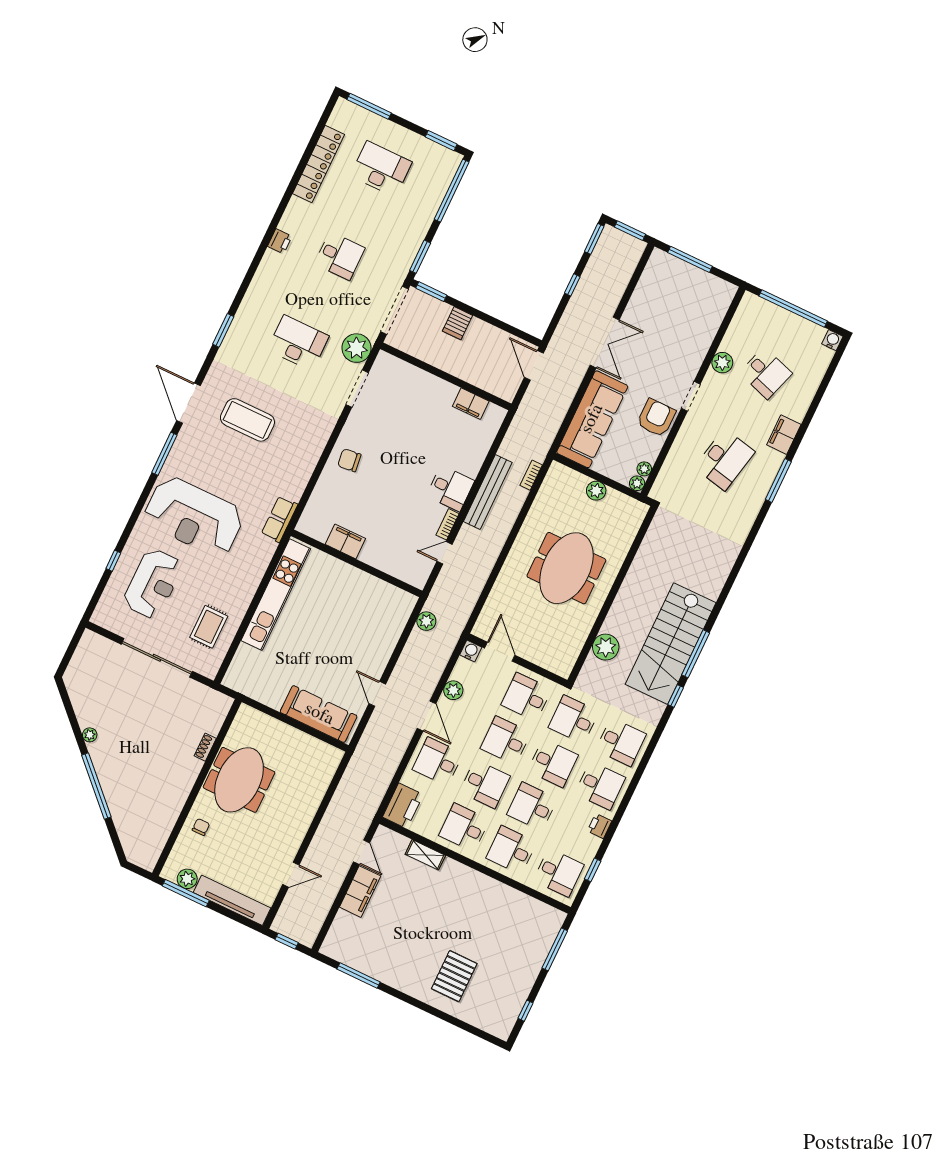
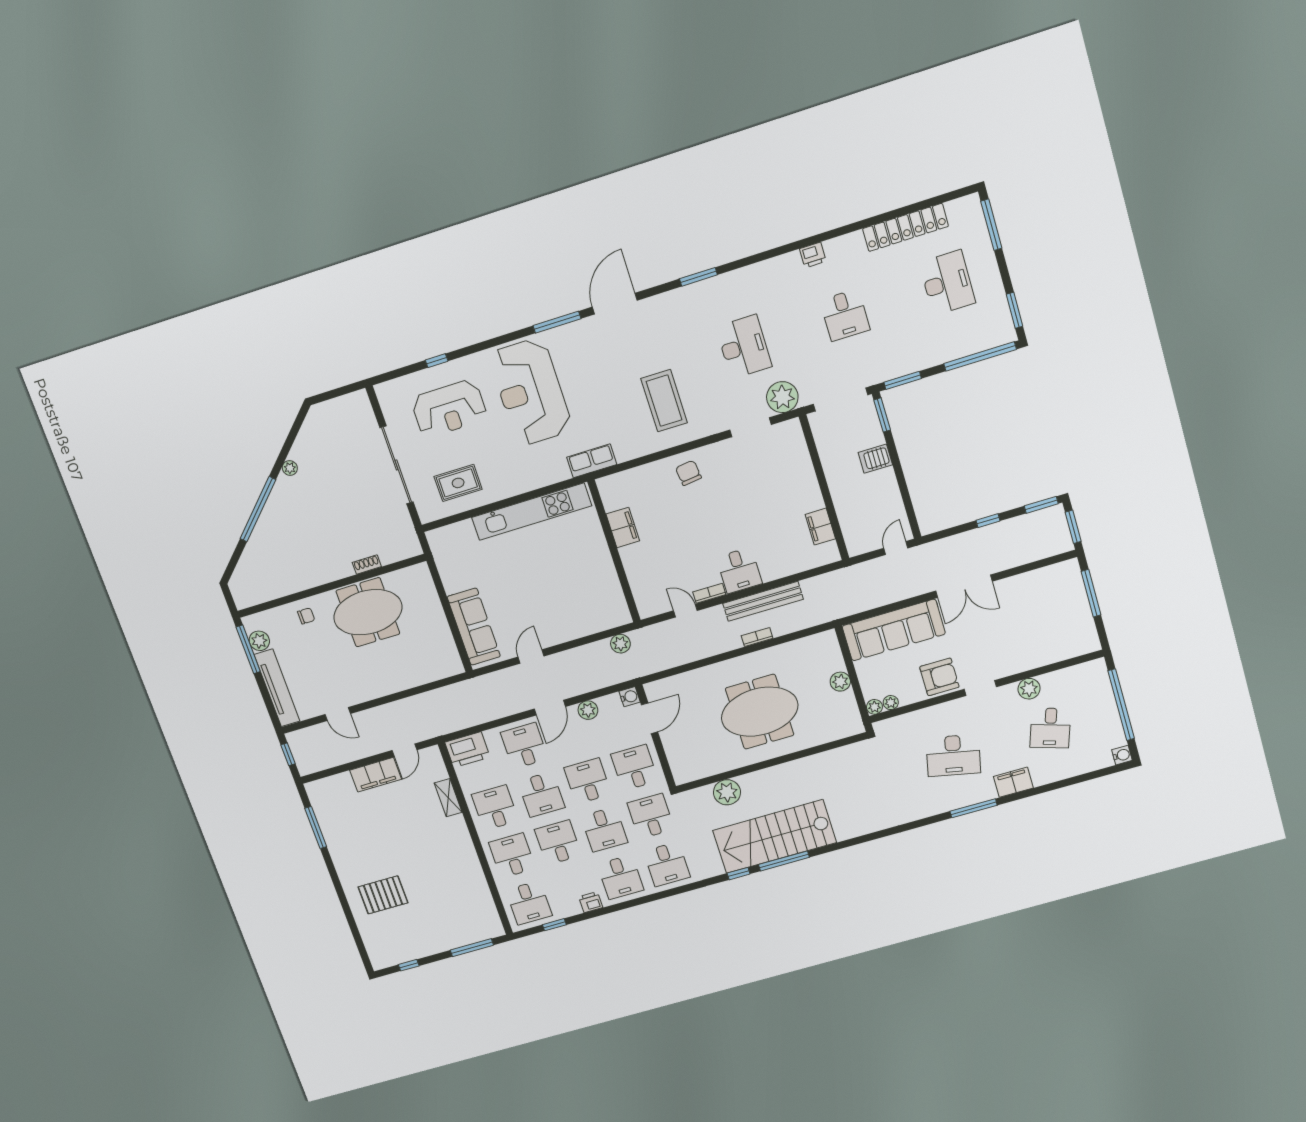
door: (534, 365) -> (896, 548), width x0.73
coffee table: (247, 420) -> (664, 401), moved
bookcase: (531, 475) -> (757, 637), moved

